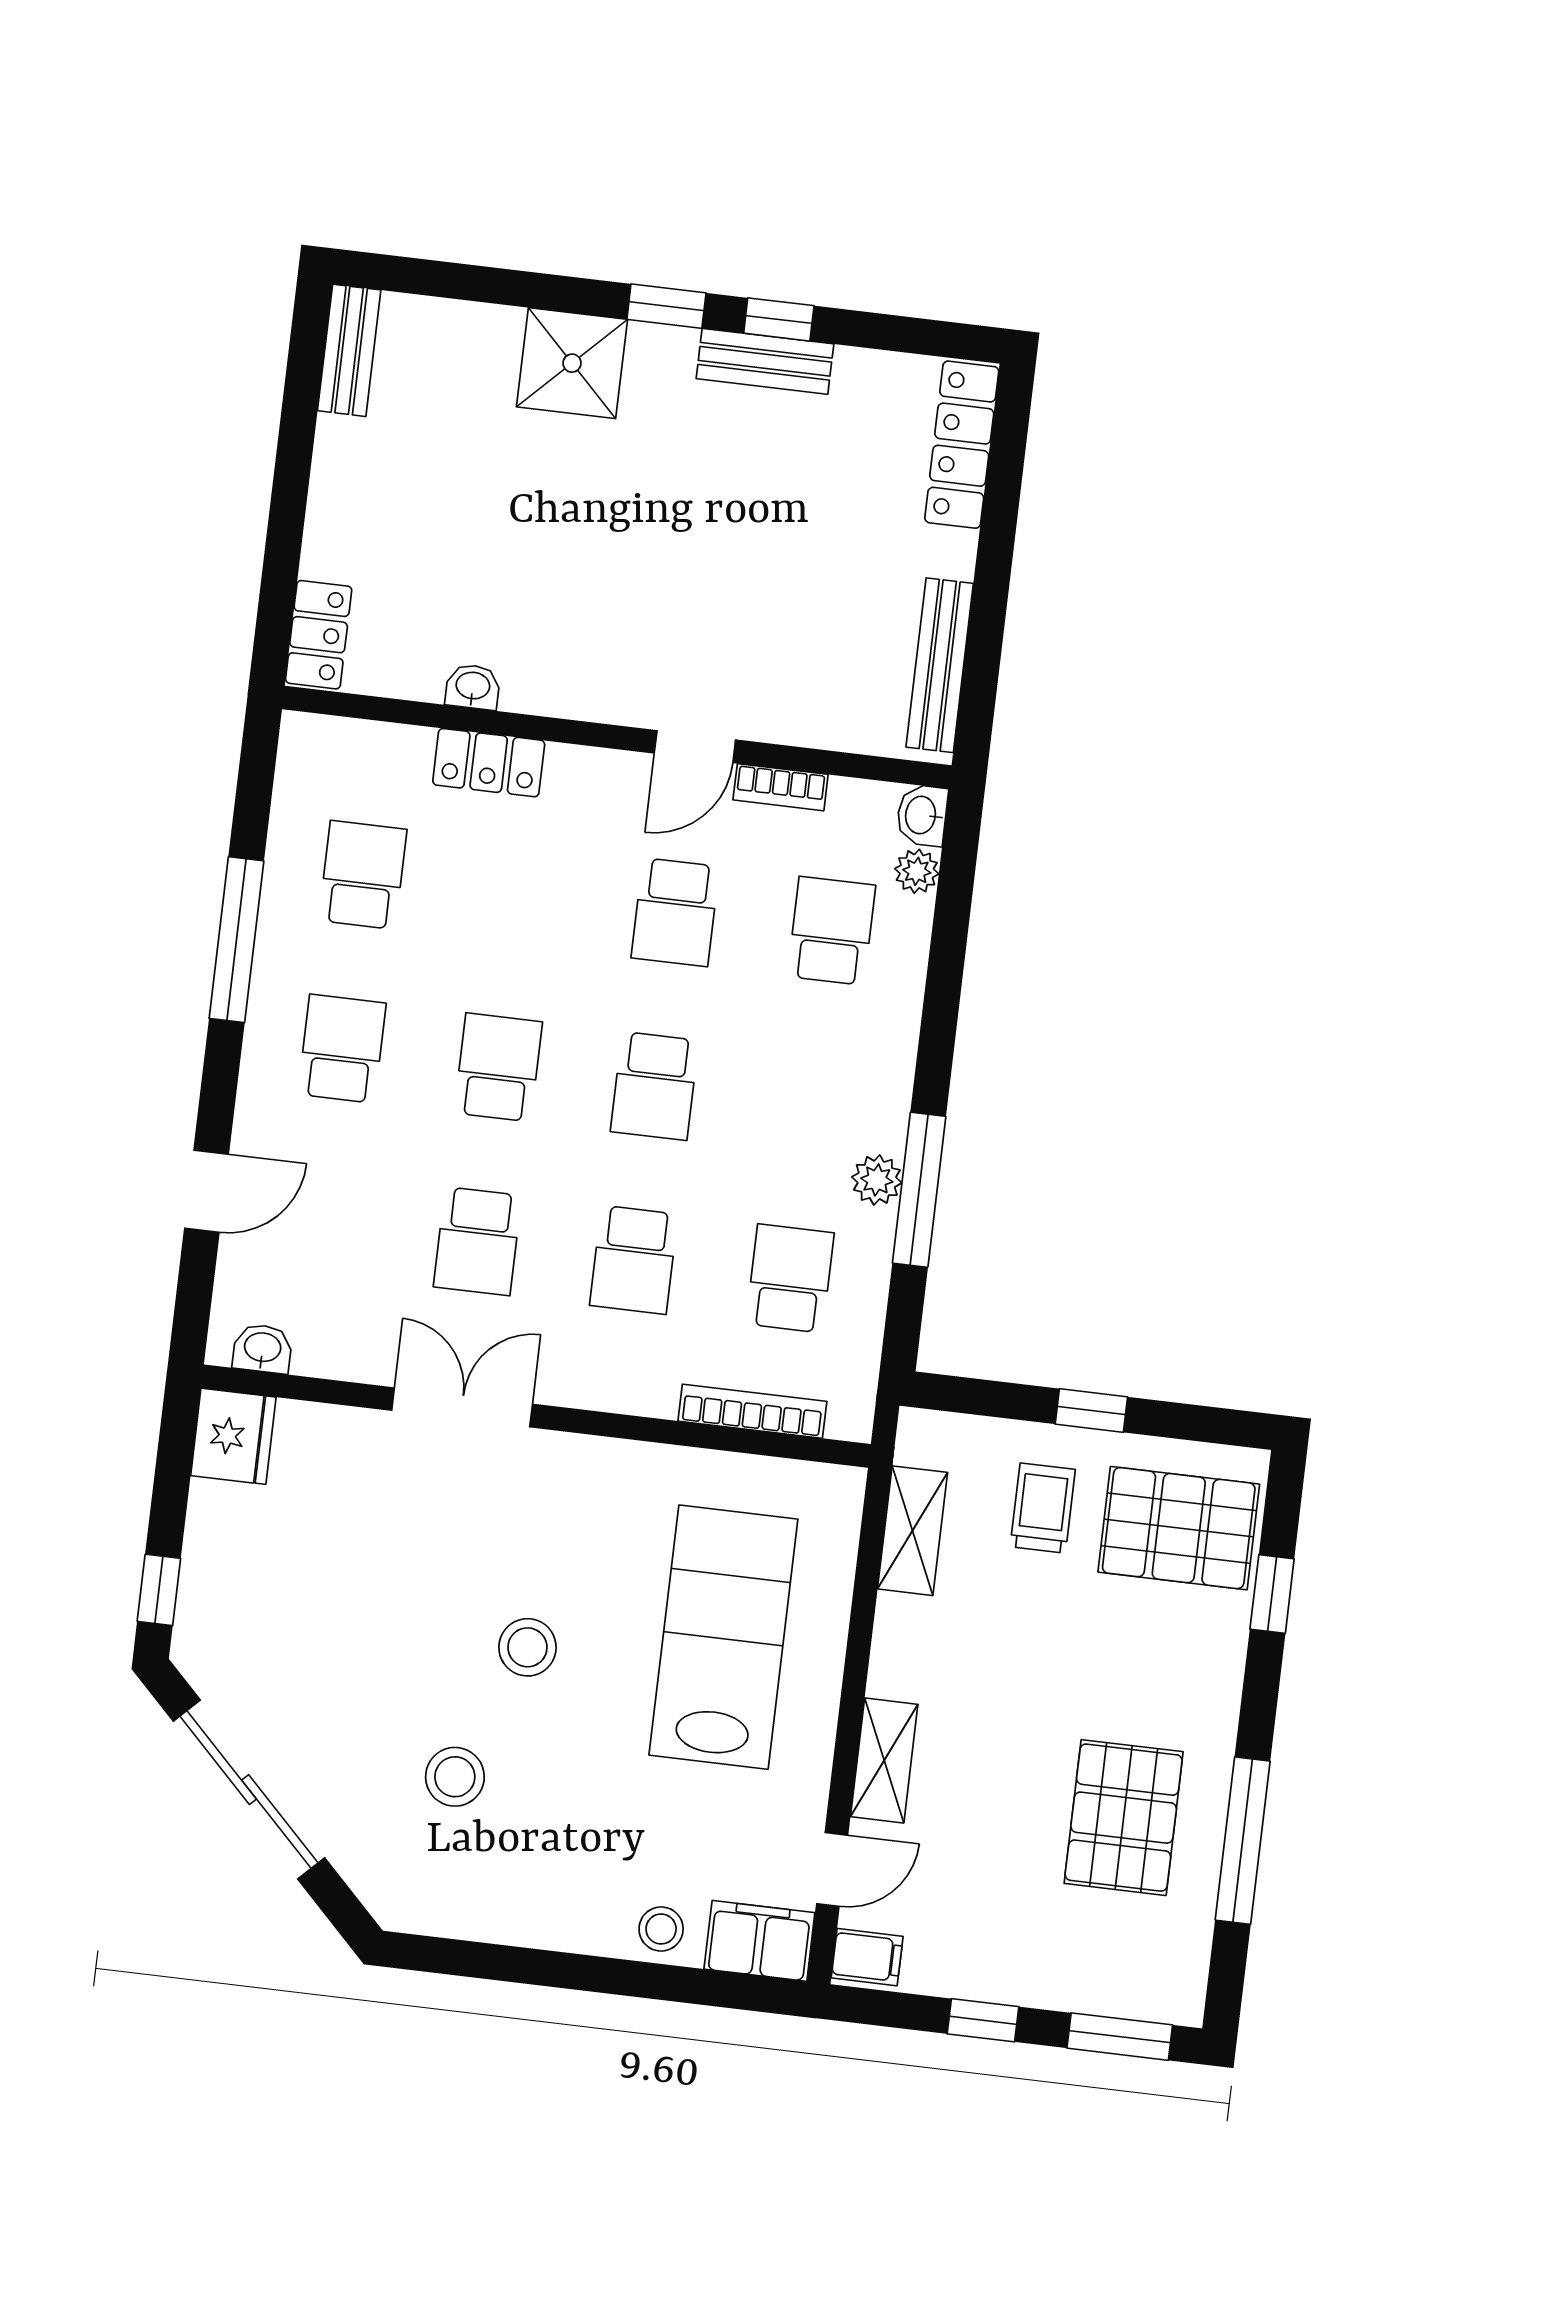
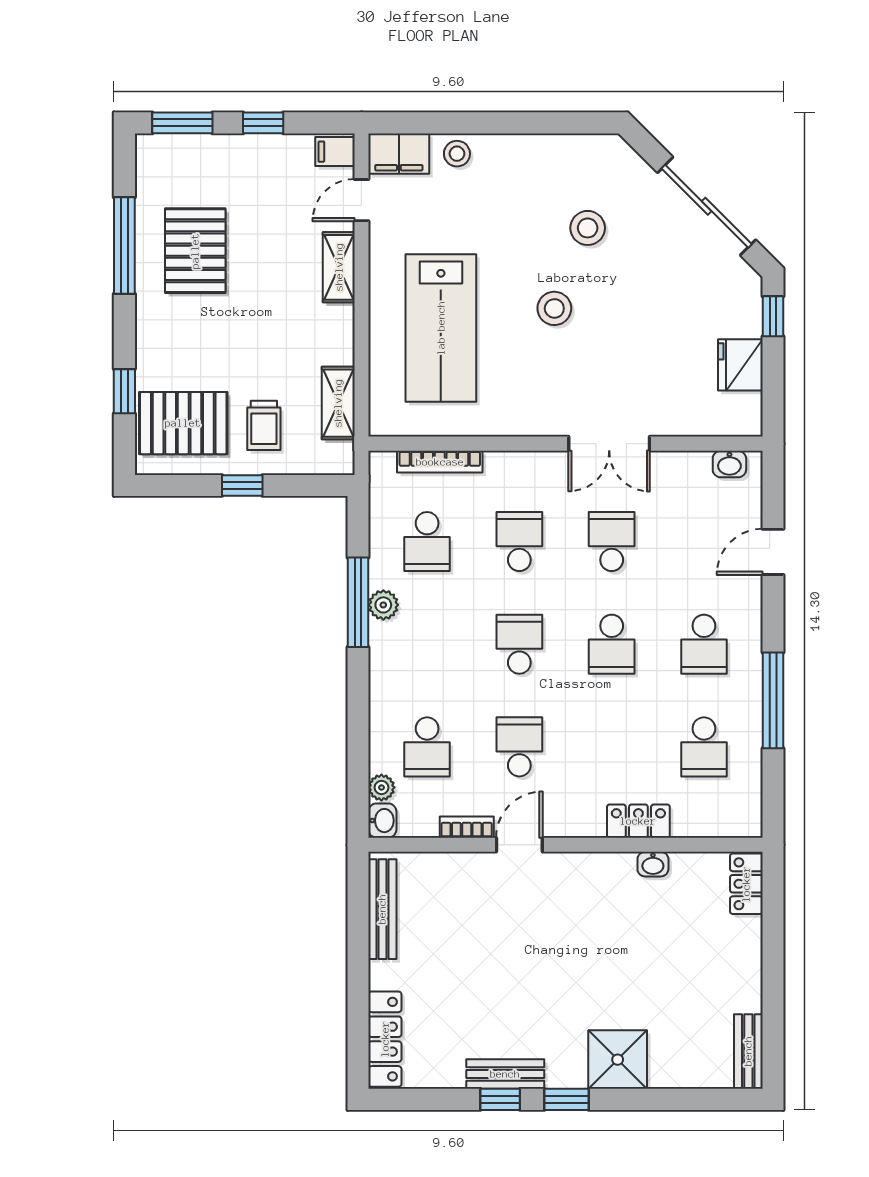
fridge: (233, 1436) -> (740, 365), moved

